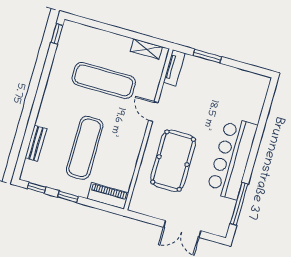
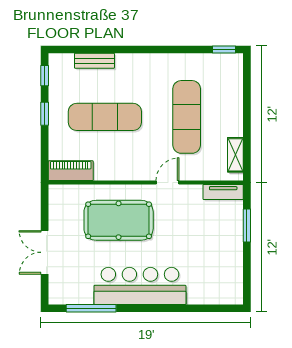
piano: (108, 196) -> (71, 171), moved, turned -90

